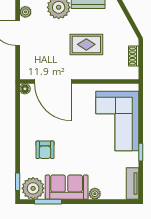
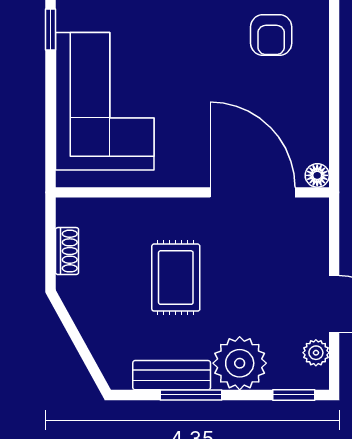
rug: (86, 44) -> (176, 278), turned 90
armchair: (45, 150) -> (271, 35), turned 180

